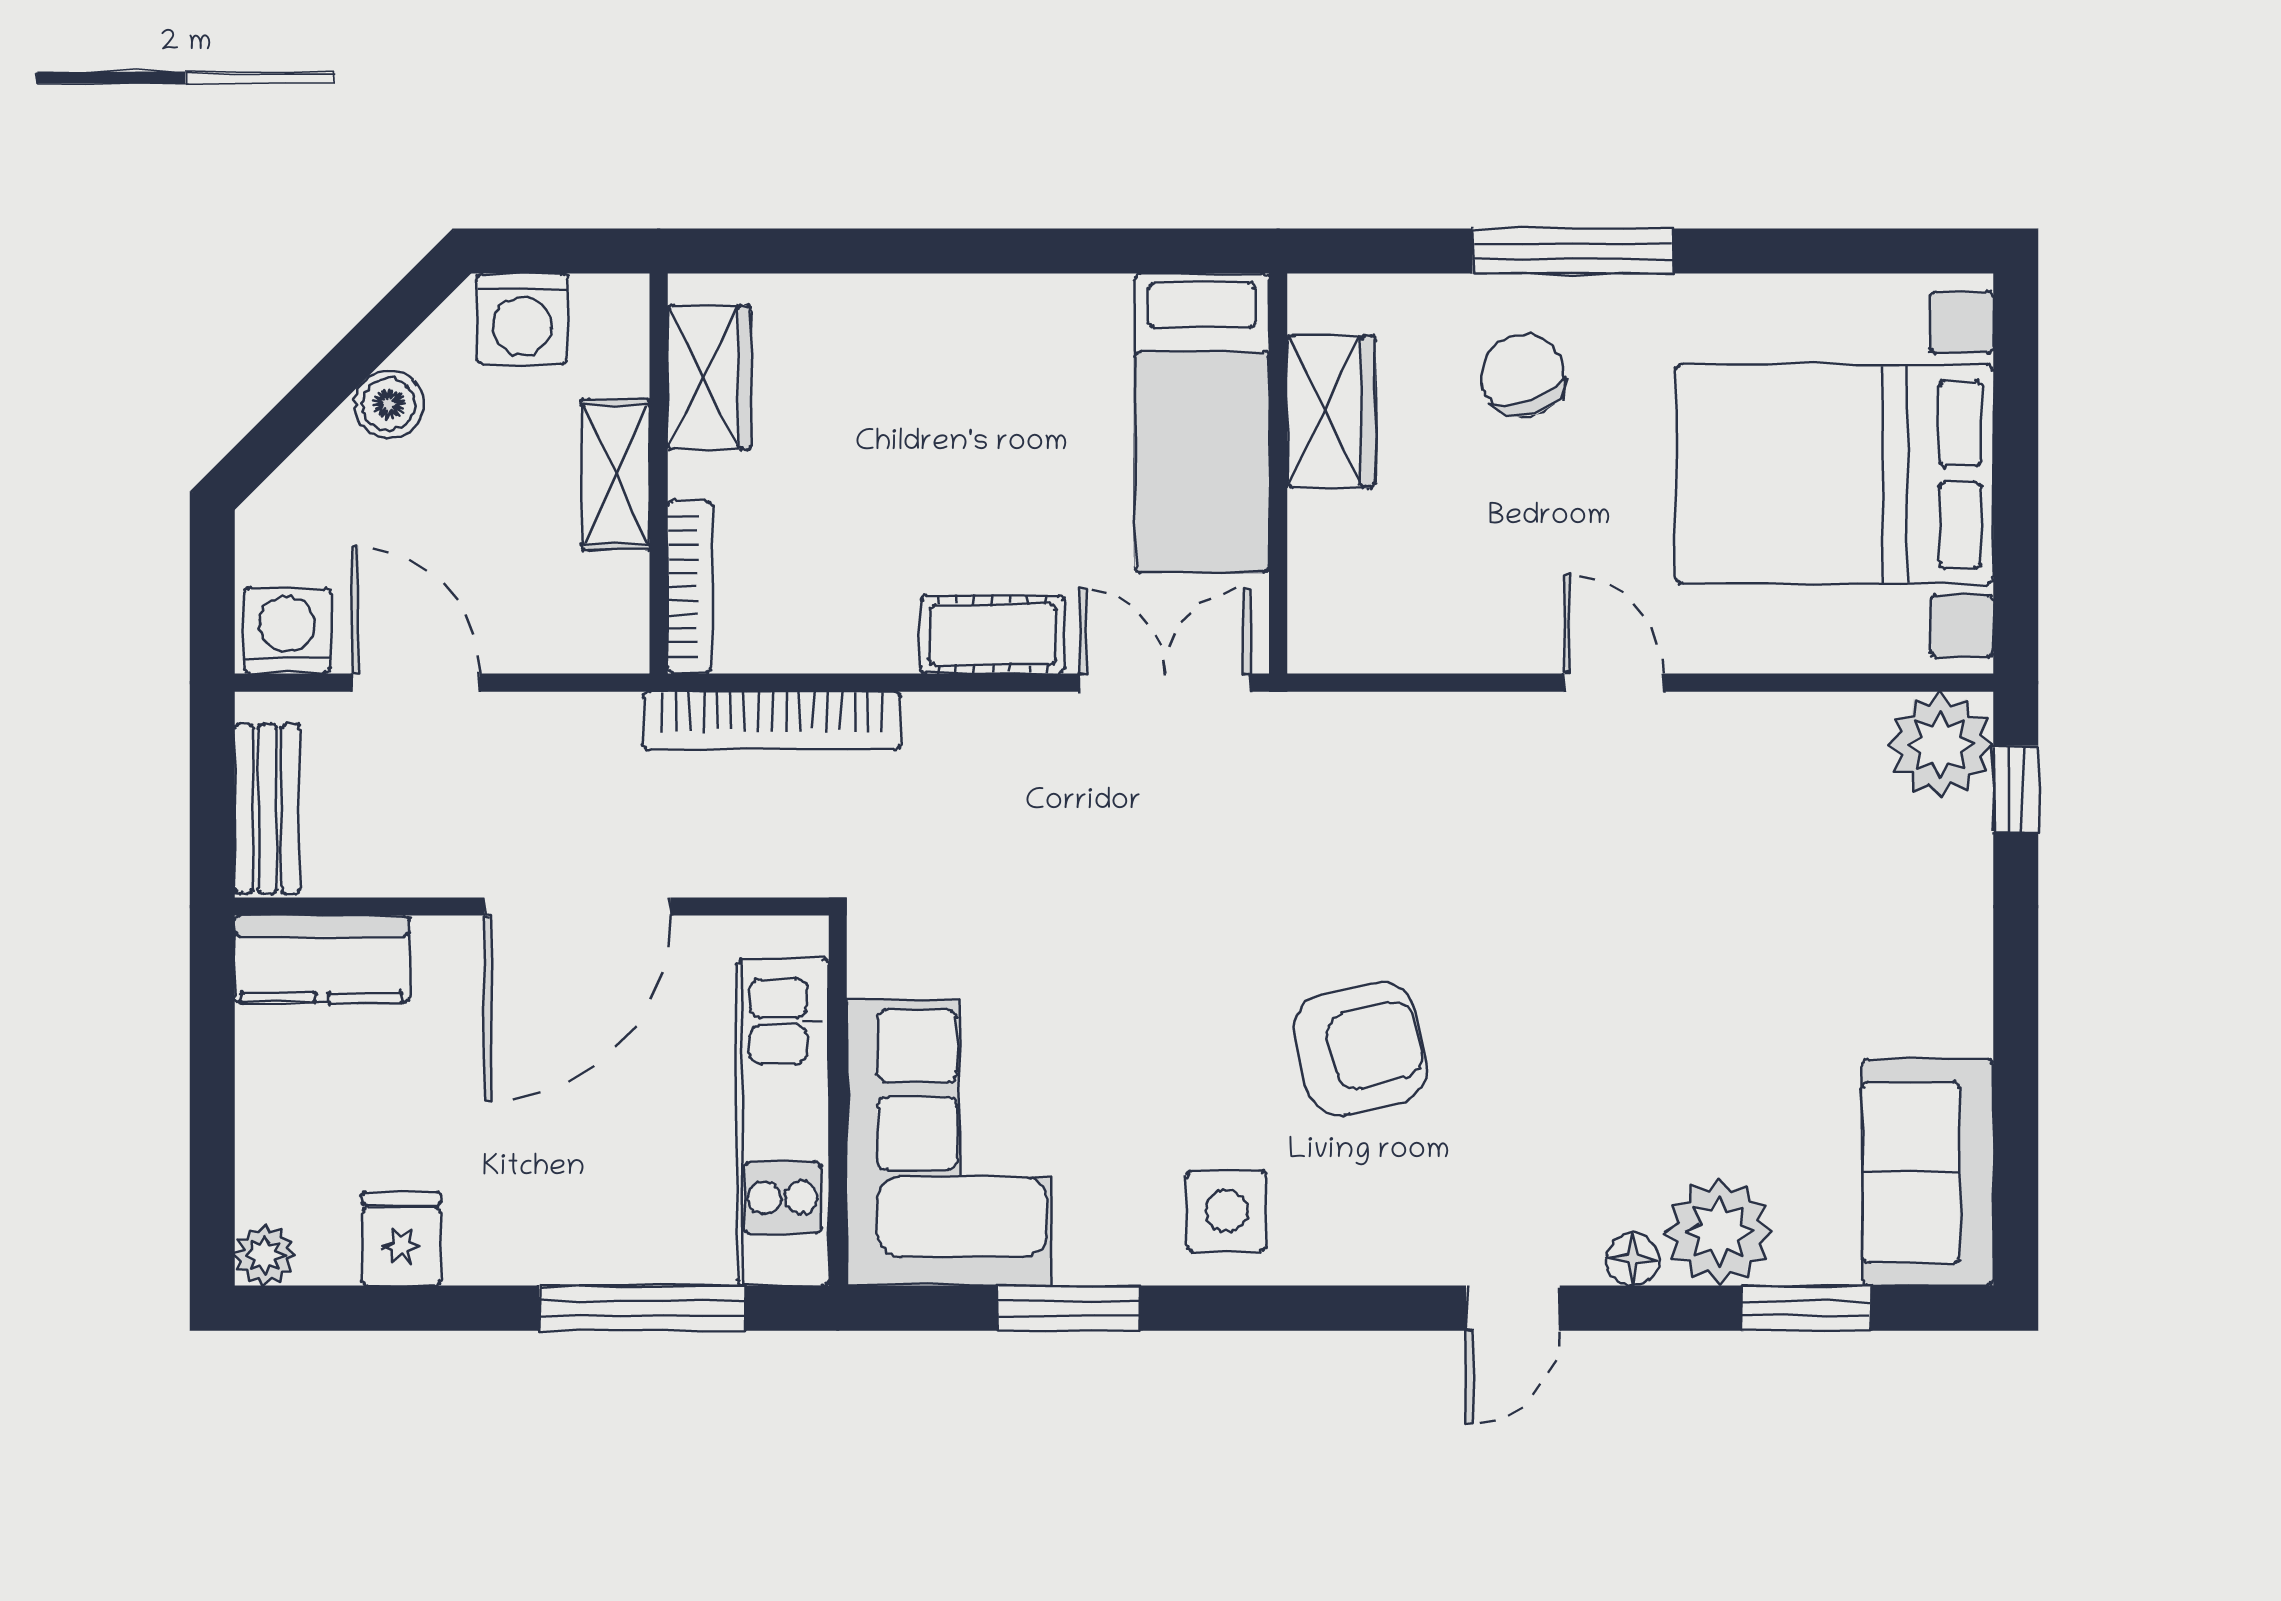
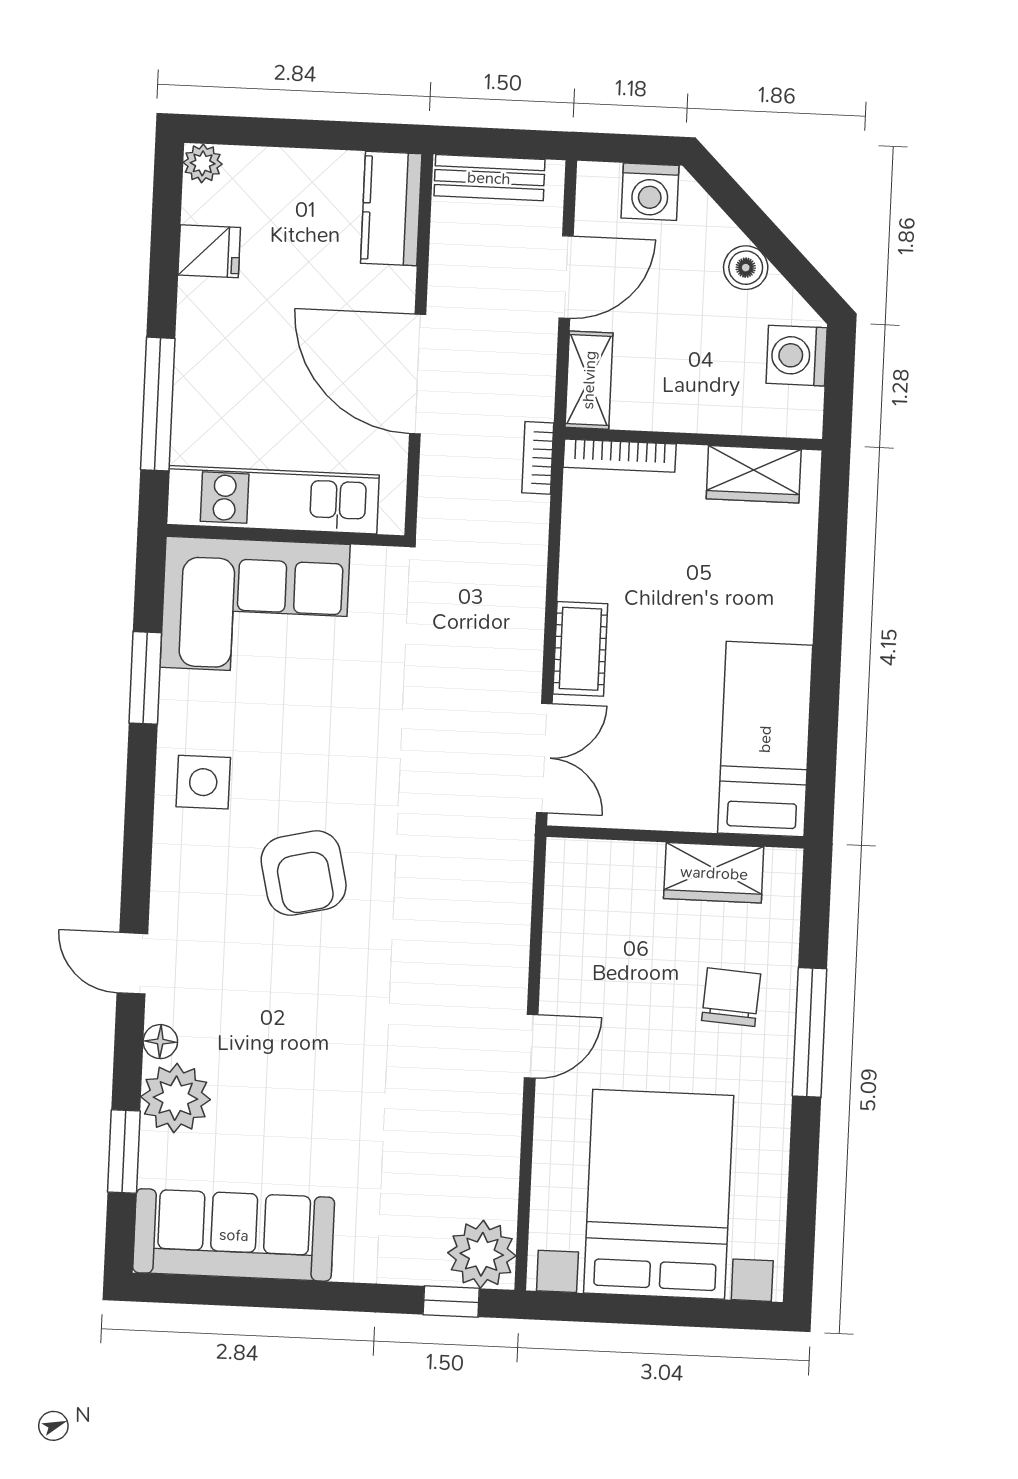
chair: (1523, 375) -> (731, 997), turned -67
bed: (1202, 423) -> (765, 739), moved, turned 90
shelving: (616, 474) -> (589, 380), moved, turned 90
washing machine: (287, 631) -> (650, 192), moved, turned 90
bookcase: (772, 721) -> (538, 458), width x0.43, depth x0.76
sofa: (1928, 1172) -> (234, 1235), width x1.36

